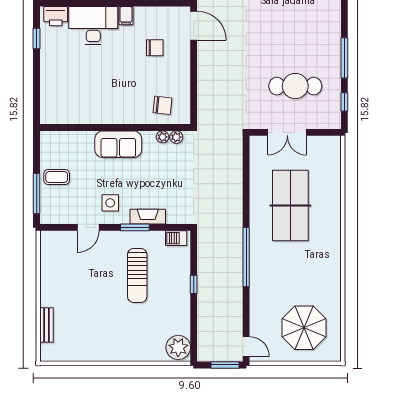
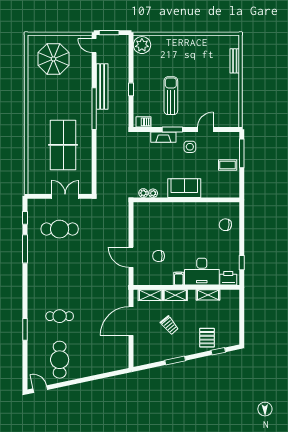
door: (194, 26) -> (131, 257), moved
chair: (163, 105) -> (225, 225), moved
bench: (235, 289) -> (102, 86), added

